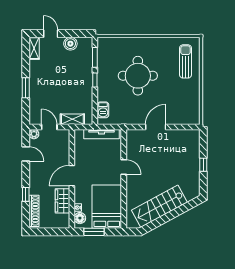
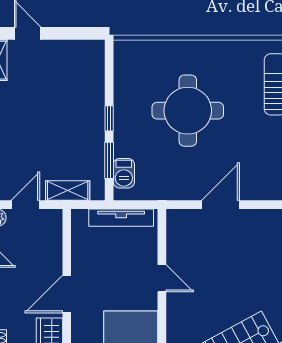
boiler: (70, 44) -> (64, 52), removed
window: (95, 57) -> (109, 160), moved
door: (49, 127) -> (25, 205), hinge flipped

